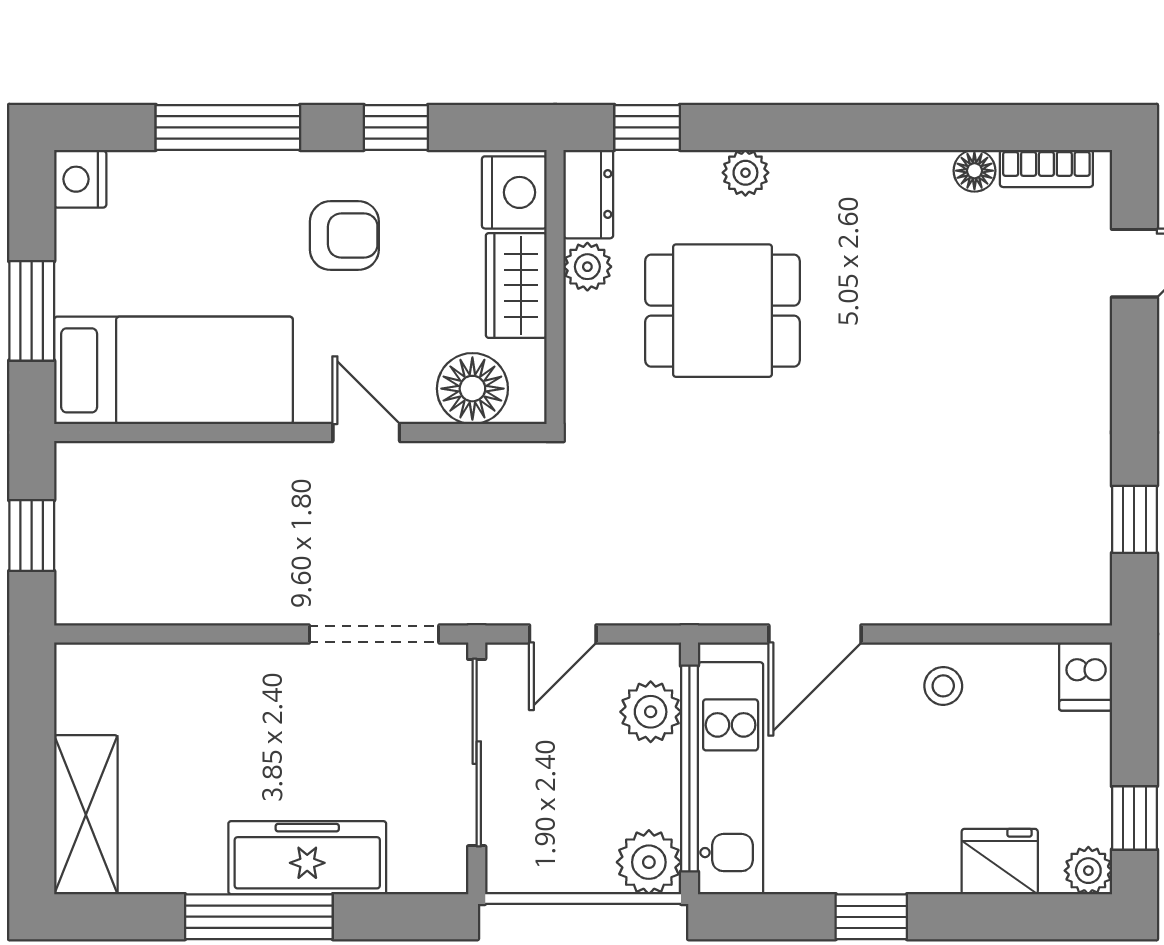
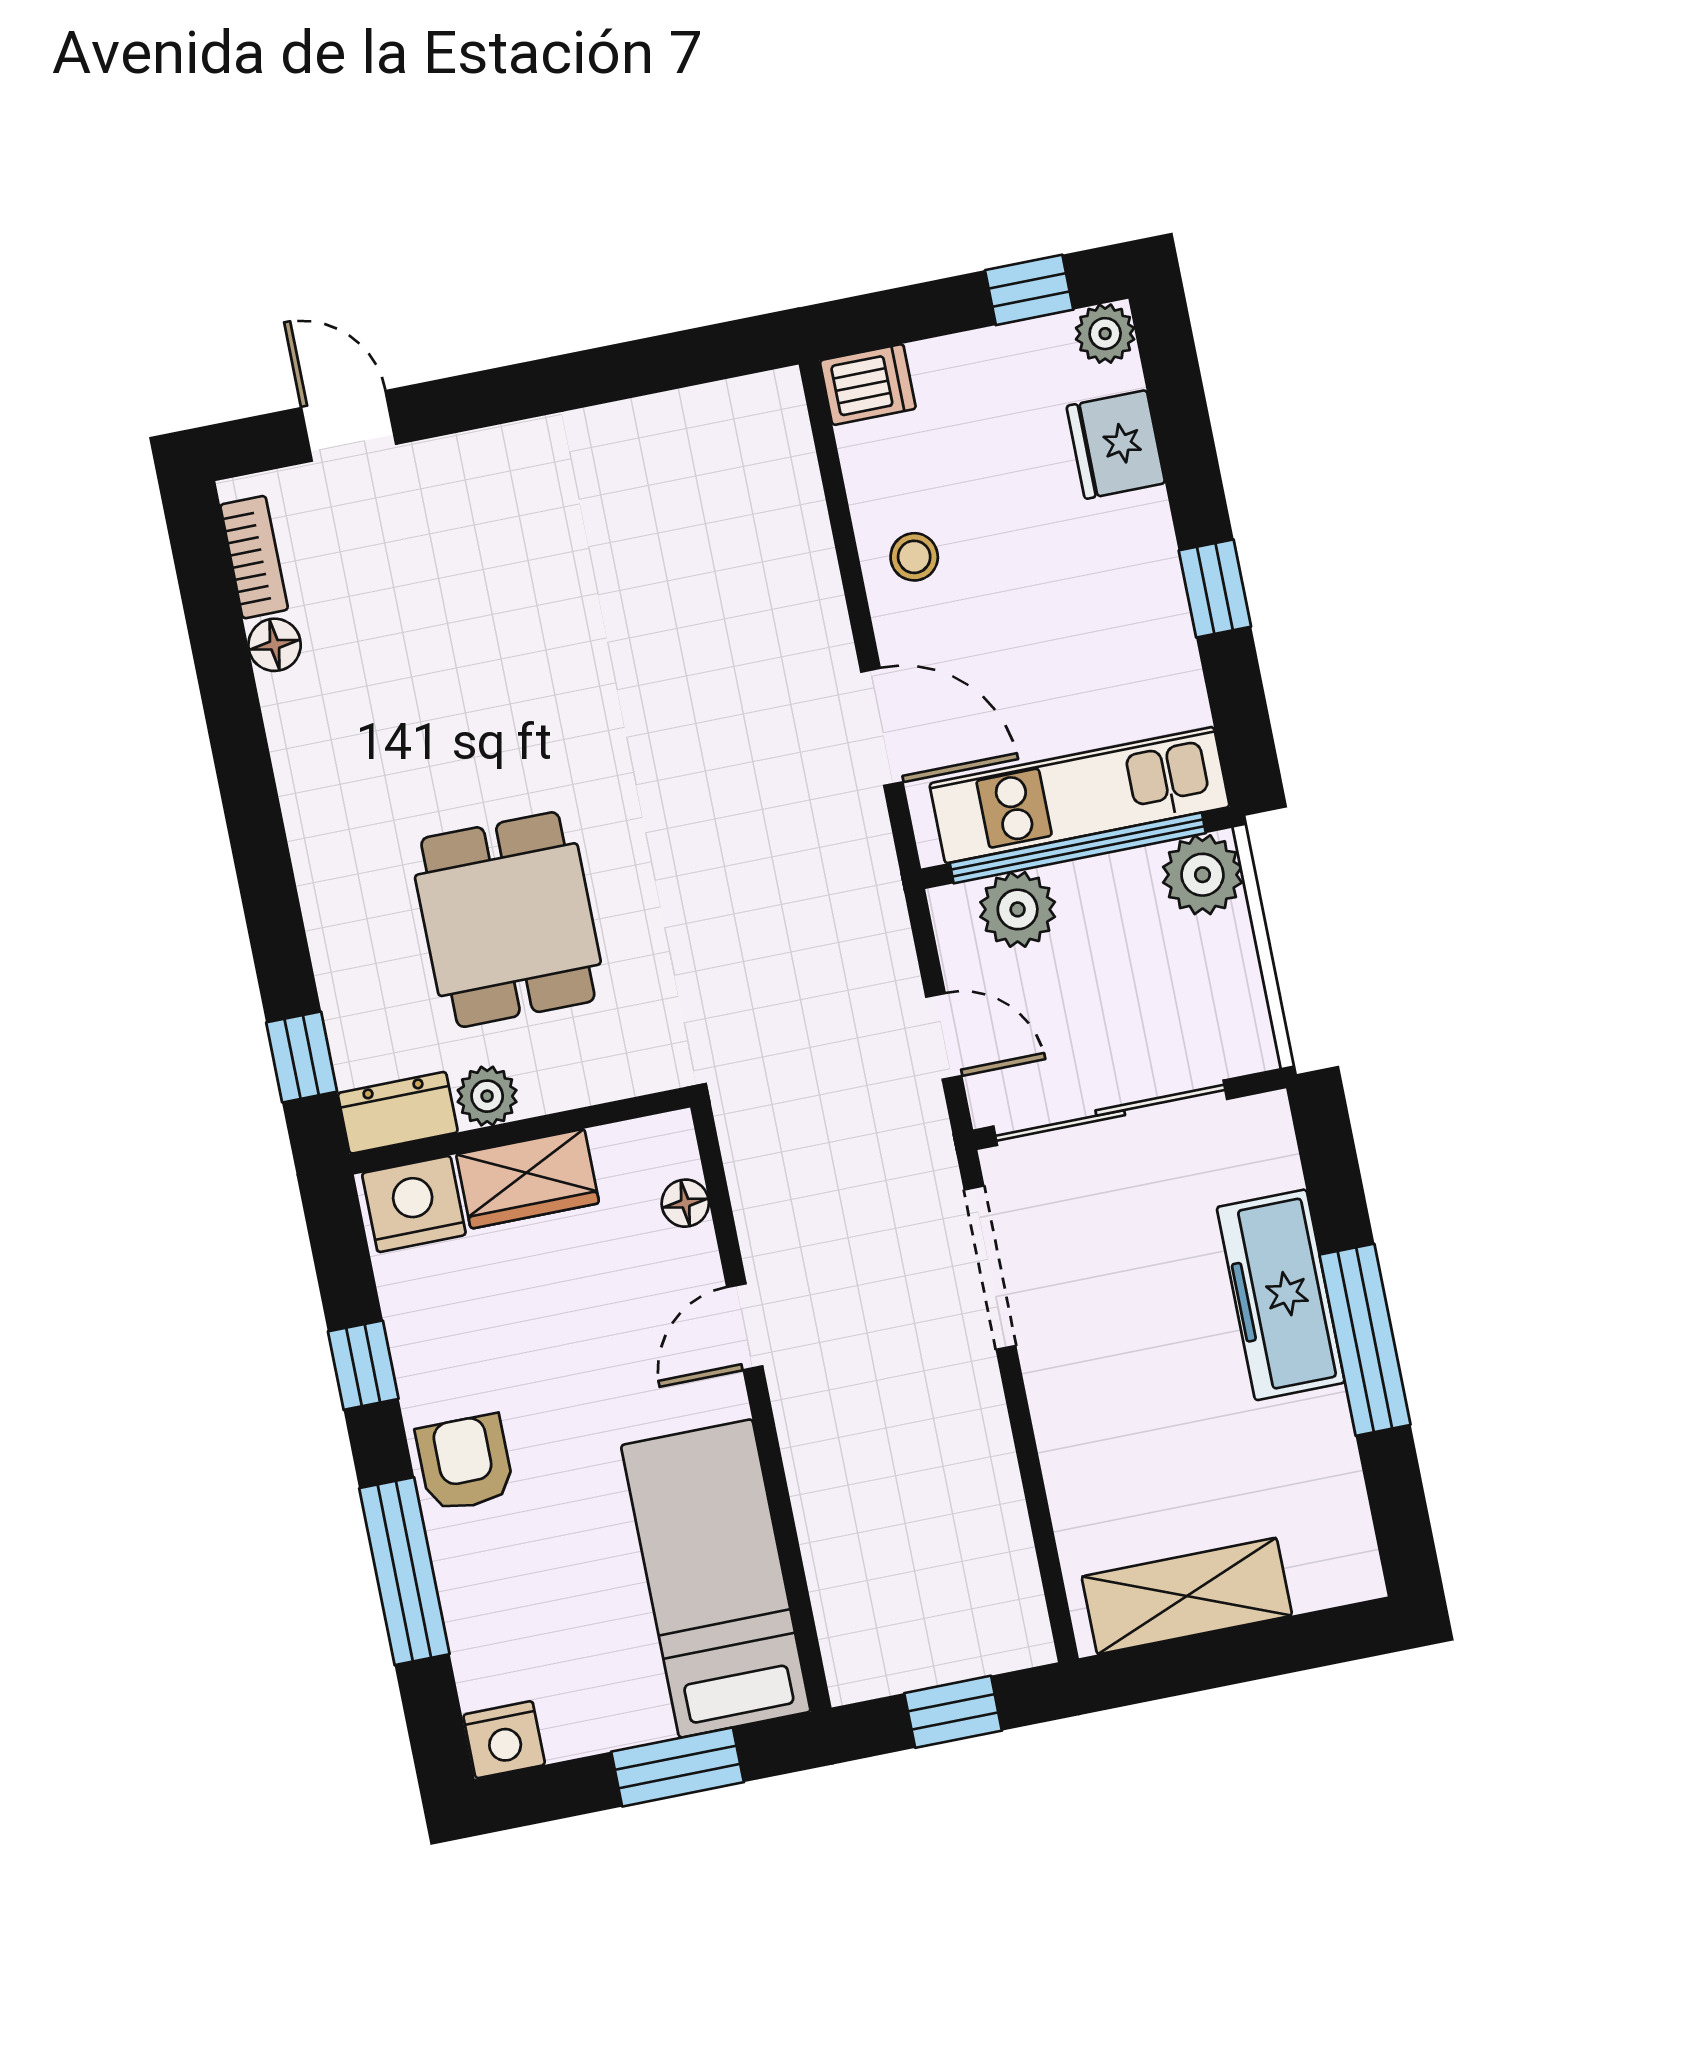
plant: (745, 173) -> (333, 925), removed
armchair: (344, 236) -> (465, 1463), moved
floor lamp: (472, 389) -> (685, 1203), width x0.53, depth x0.53
window: (1134, 519) -> (663, 363), removed
shelving: (86, 815) -> (1187, 1596), moved

